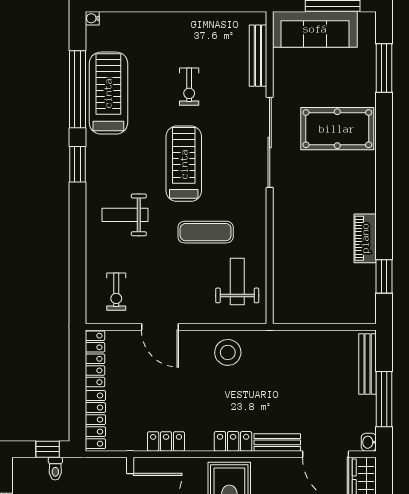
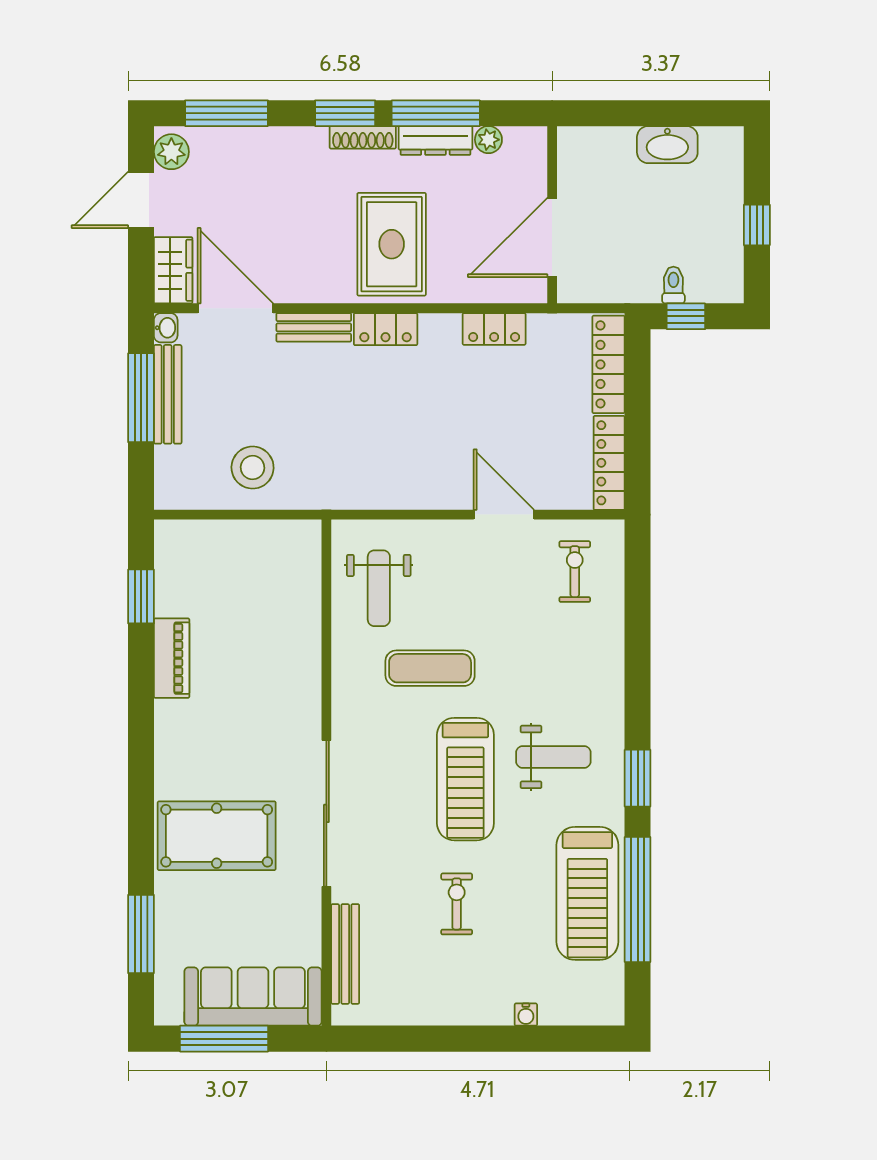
water cooler: (92, 18) -> (526, 1015), moved, turned 90
weight bench: (125, 215) -> (553, 757), moved
stool: (228, 352) -> (253, 468), moved
bench: (368, 364) -> (168, 394), moved

